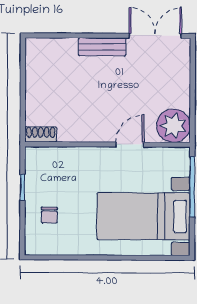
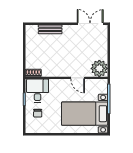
bench: (102, 47) -> (50, 29), moved
door: (130, 145) -> (78, 78), swing flipped
desk: (49, 170) -> (38, 91), added

